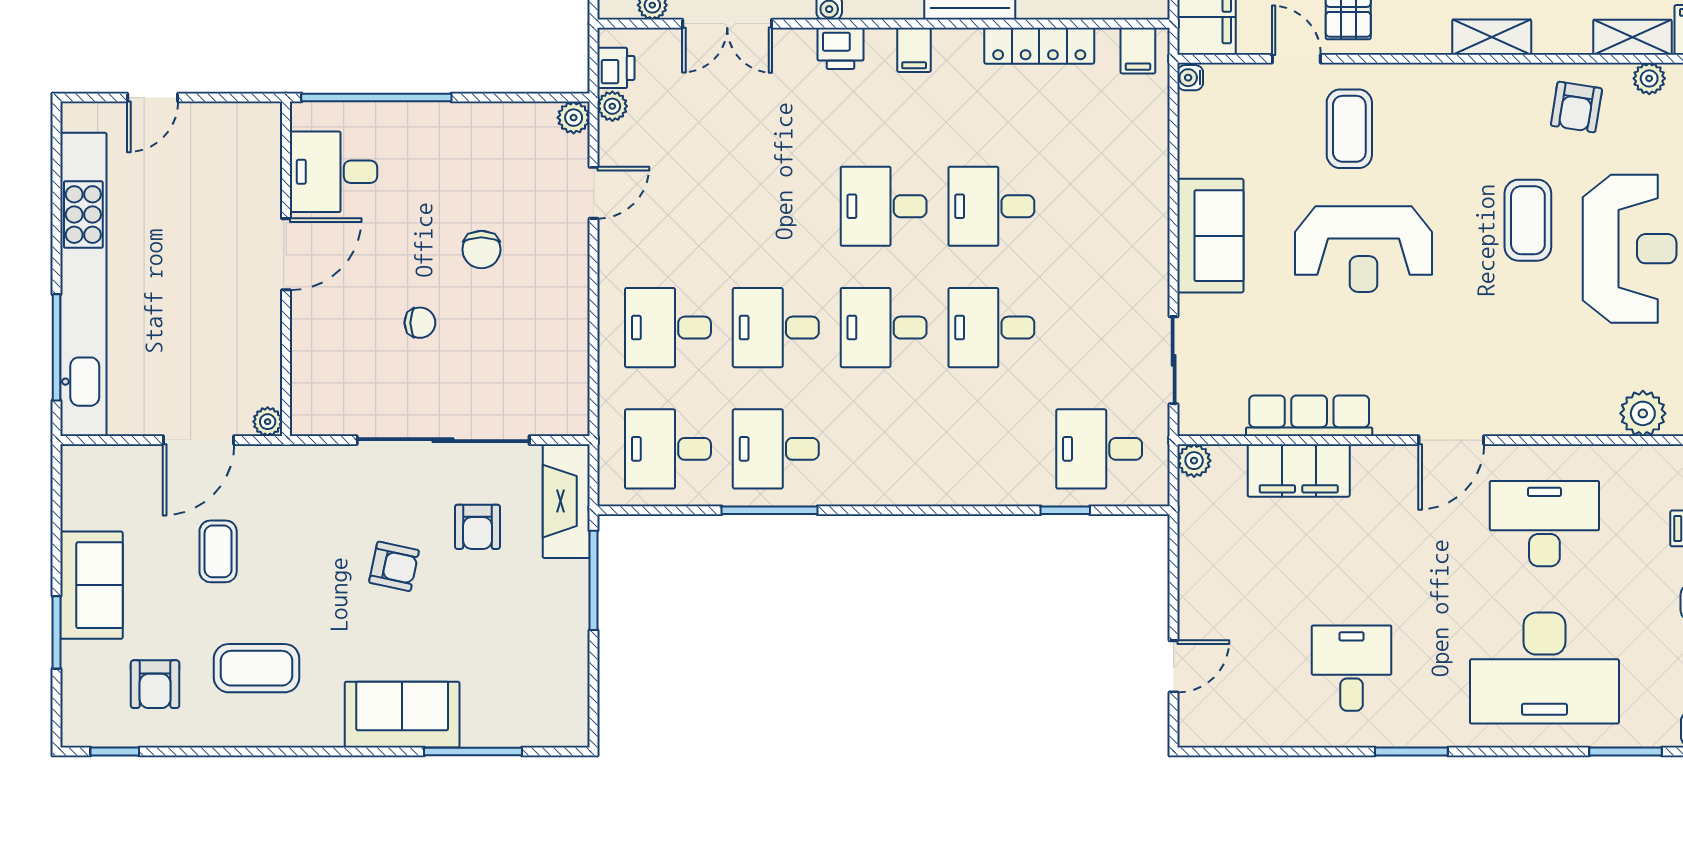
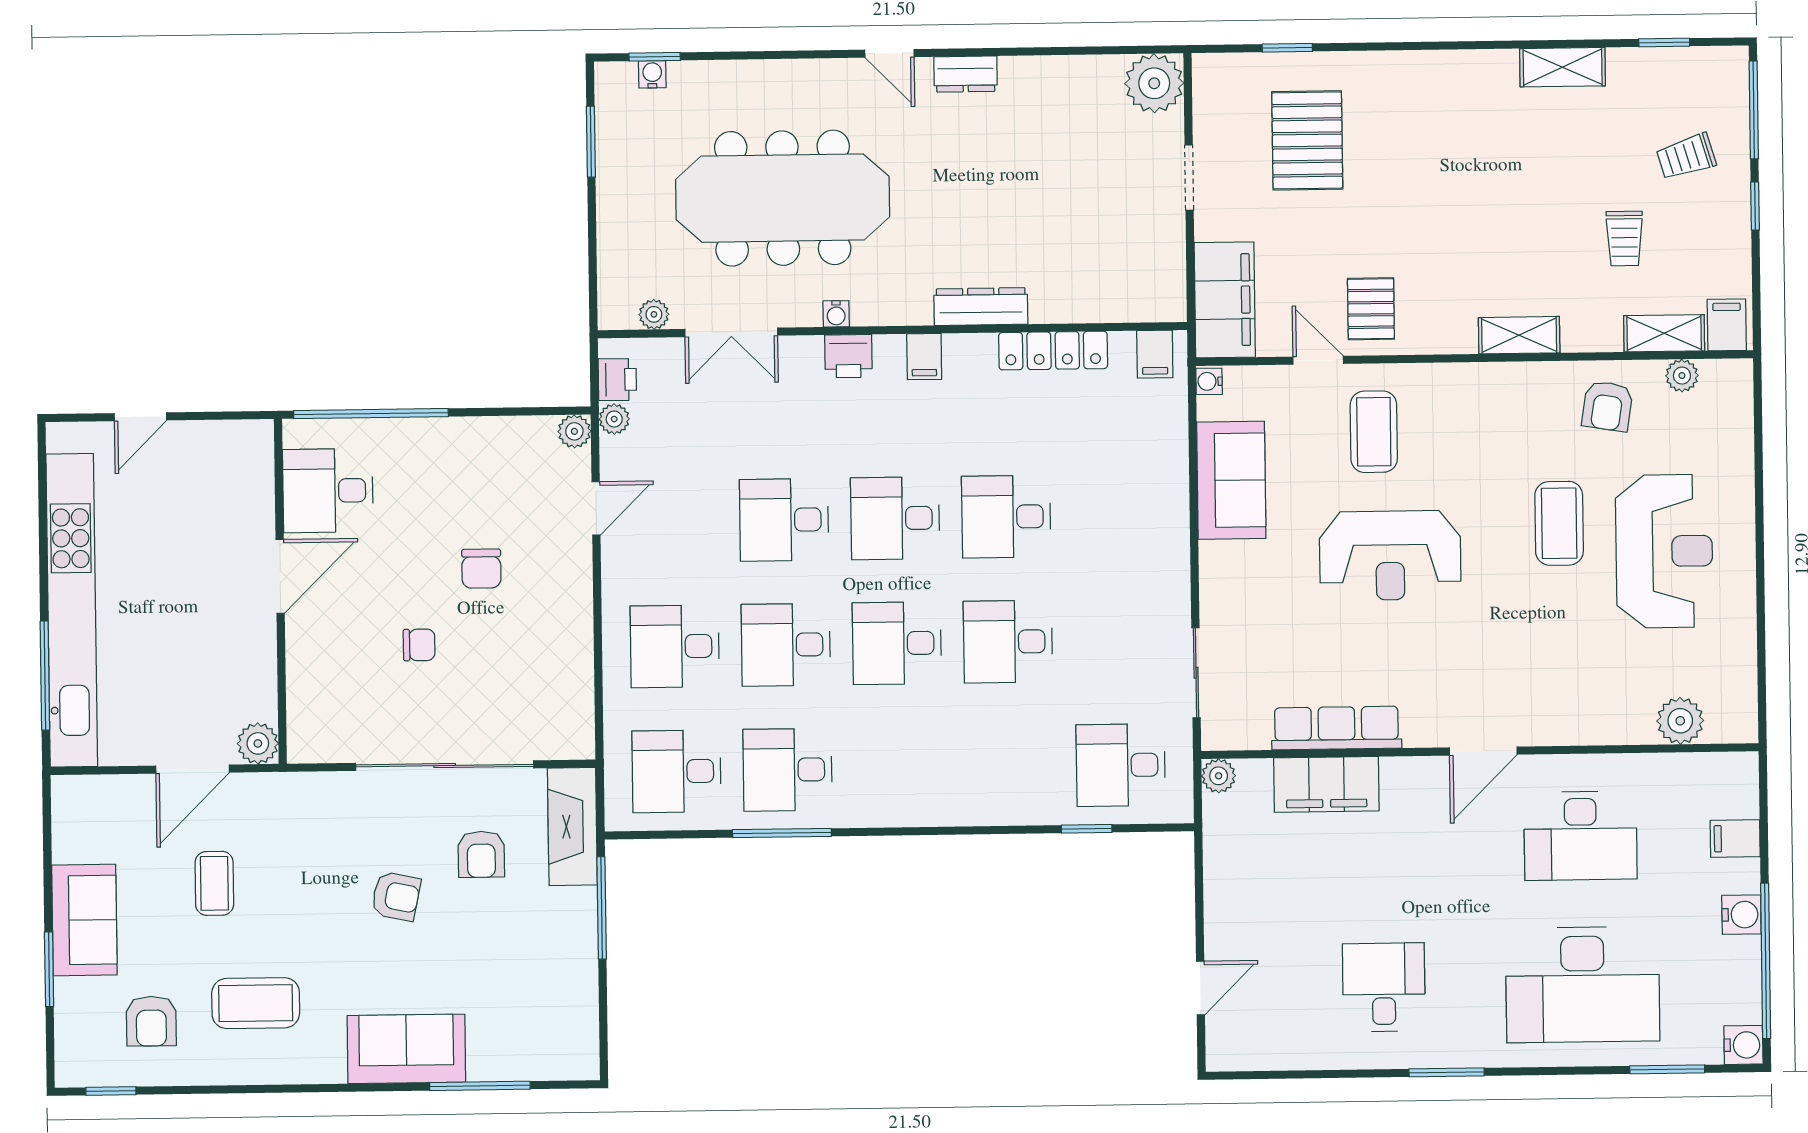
desk: (776, 206) -> (784, 520), added
sofa: (1210, 236) -> (1231, 480), moved
plant: (268, 422) -> (258, 743), width x1.38, depth x1.38
desk: (1544, 524) -> (1580, 836), turned 180

